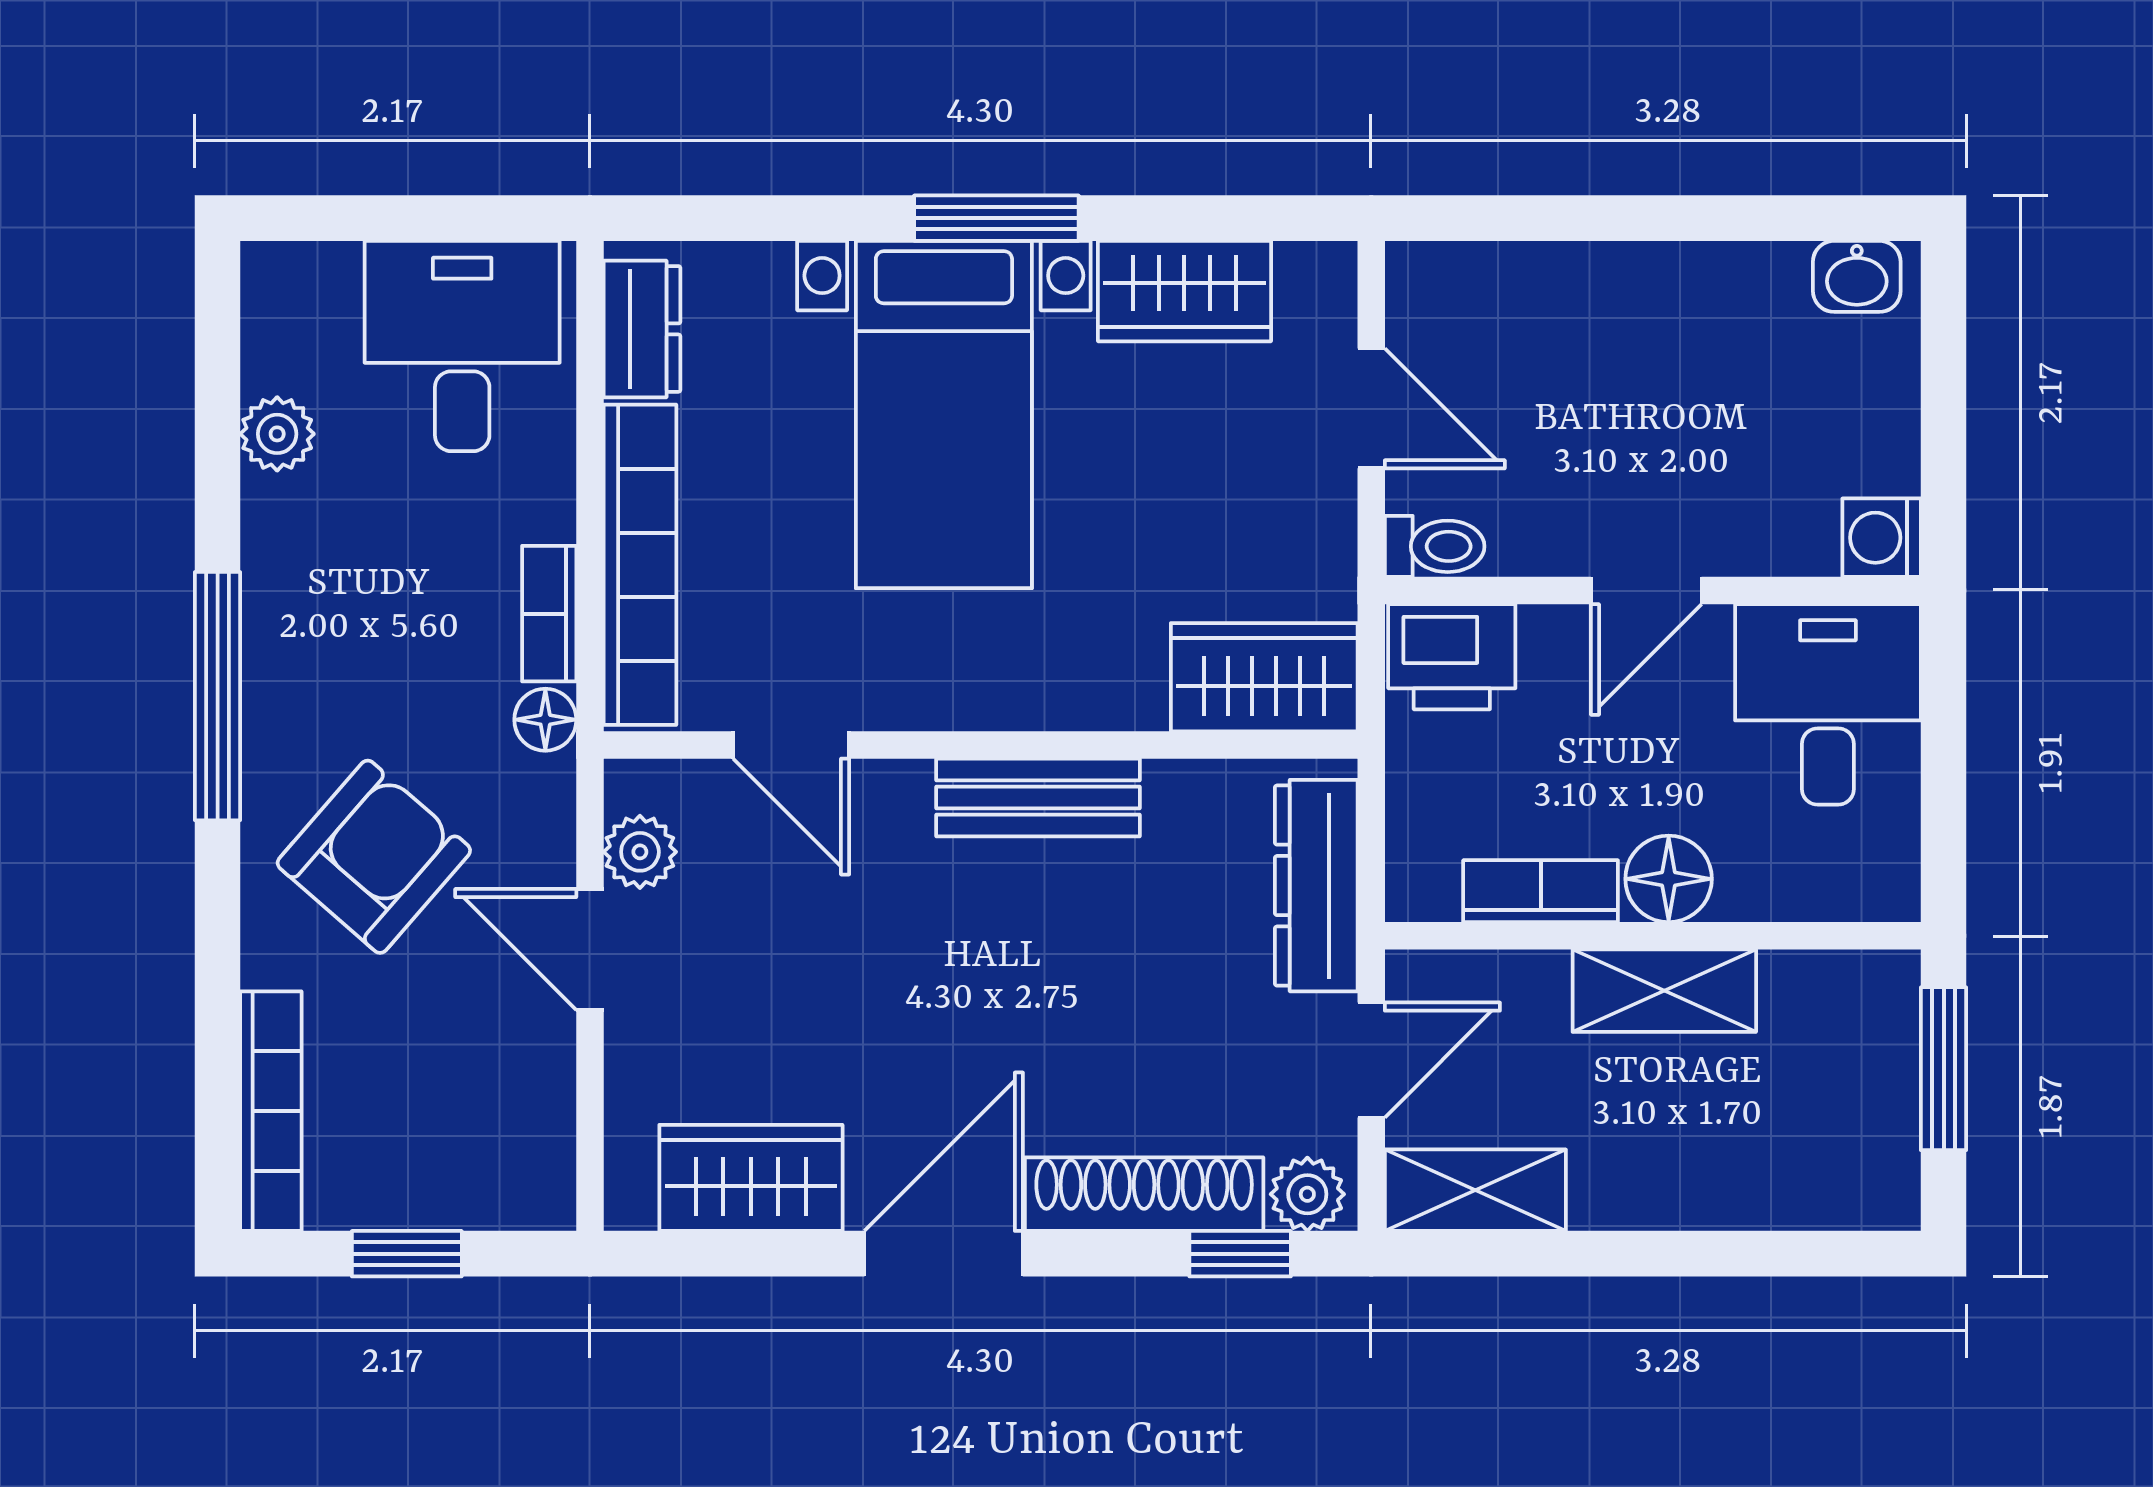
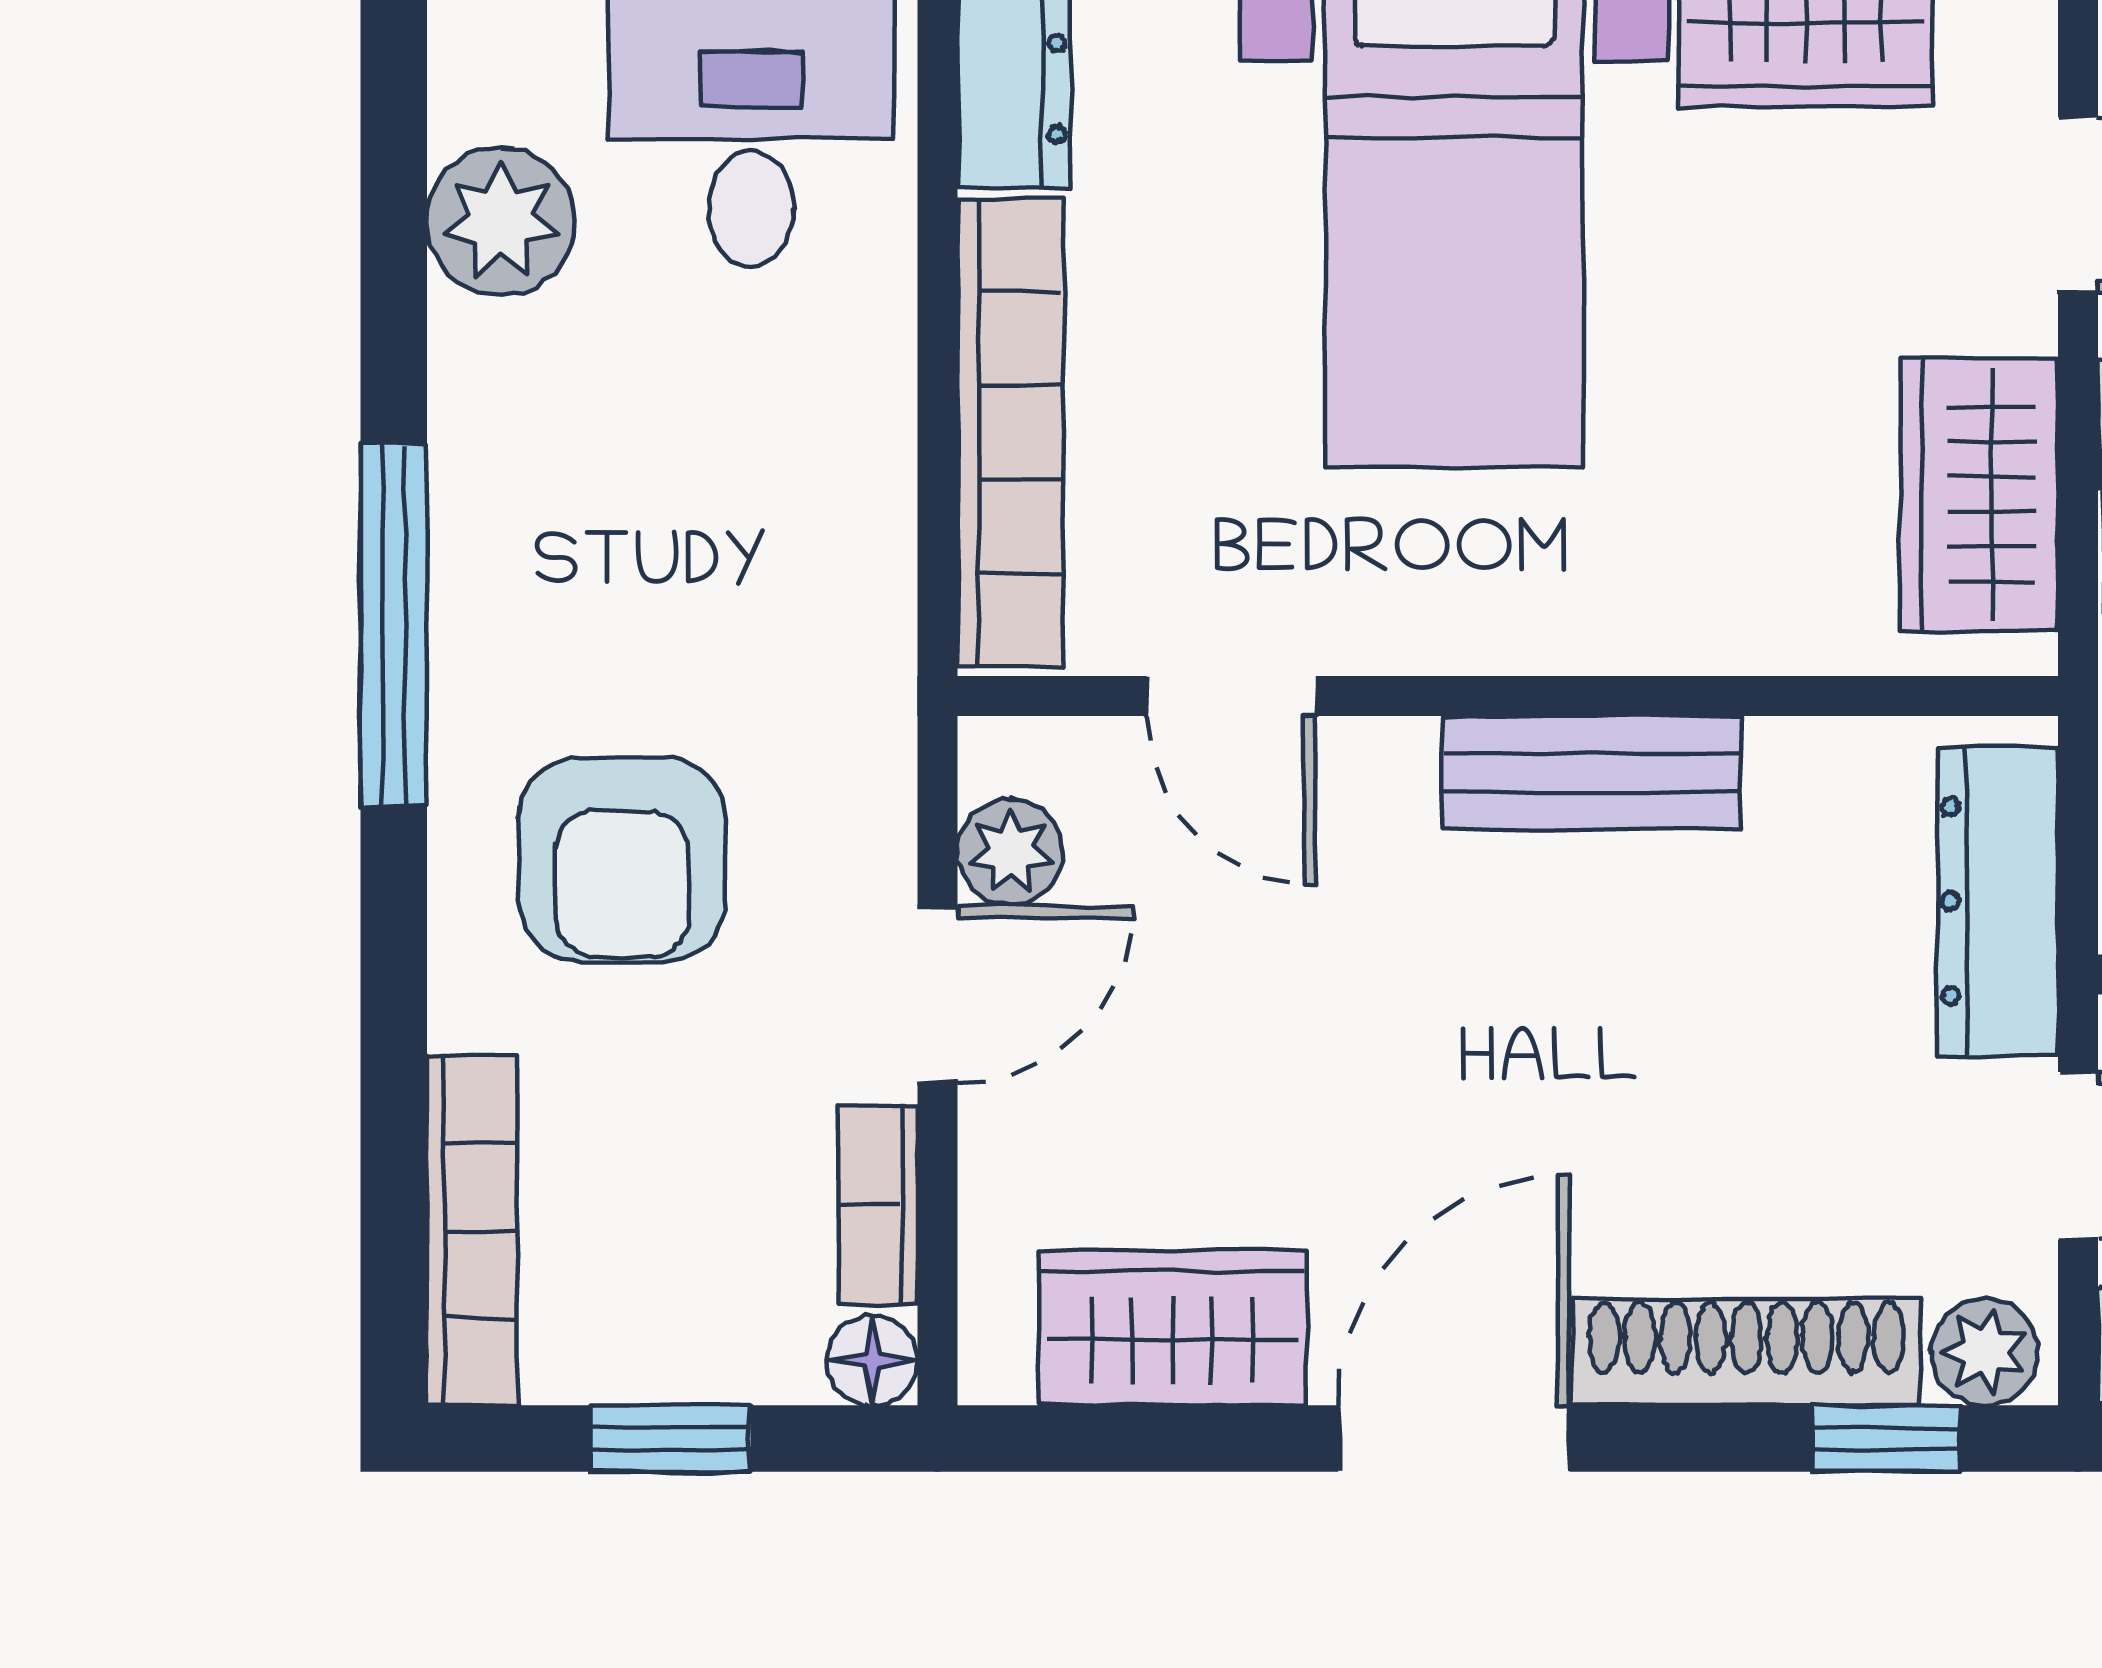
plant: (277, 434) -> (501, 222), width x1.38, depth x1.38
bookcase: (549, 614) -> (878, 1205), moved
wardrobe: (1264, 677) -> (1979, 494), moved, turned -90
floor lamp: (545, 720) -> (872, 1360), moved
armchair: (374, 857) -> (622, 859), turned 139
door: (590, 950) -> (938, 995), swing flipped

